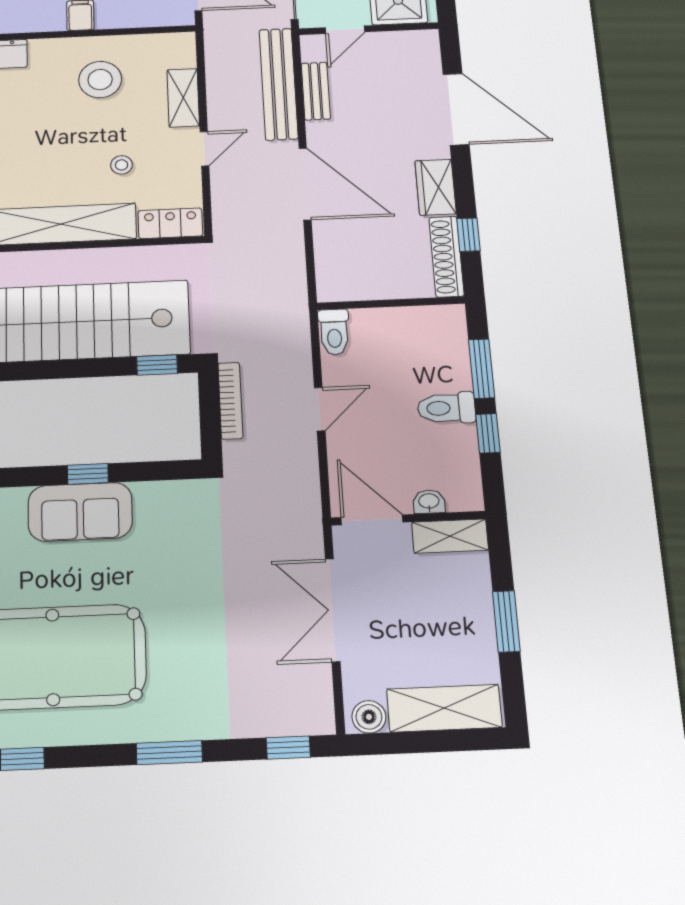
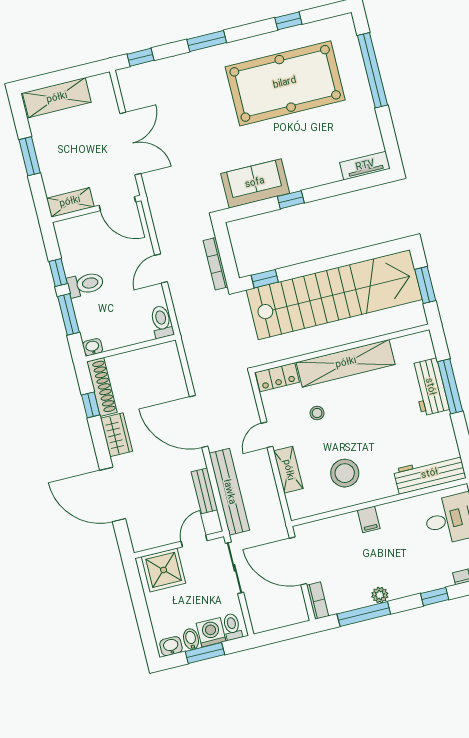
washbasin: (429, 502) -> (93, 347), moved, turned 180
sofa: (80, 512) -> (255, 183), moved
boiler: (369, 717) -> (98, 84), removed

